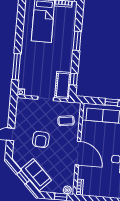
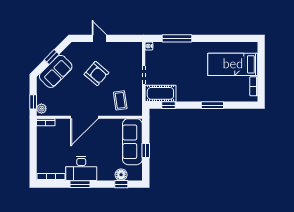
armchair: (41, 139) -> (96, 74), turned -142

